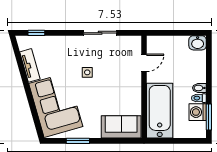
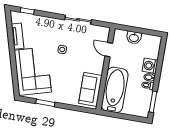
washbasin: (198, 43) -> (134, 38), moved
door: (144, 63) -> (109, 50), swing flipped
washing machine: (198, 112) -> (150, 66), moved
sofa: (121, 127) -> (90, 89), moved, turned -90

